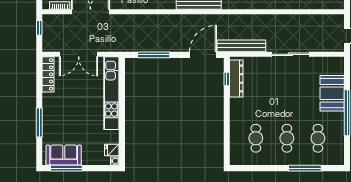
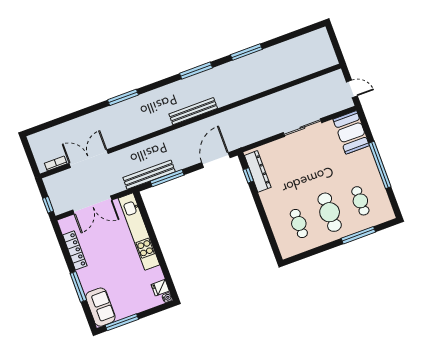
window: (39, 28) -> (48, 205), moved
bench: (241, 46) -> (149, 175), moved
locker: (48, 74) -> (75, 250), moved
booth: (332, 93) -> (351, 132), moved
cafe table: (287, 138) -> (330, 212), width x1.37, depth x1.35
sofa: (64, 155) -> (100, 307), moved, turned 90

